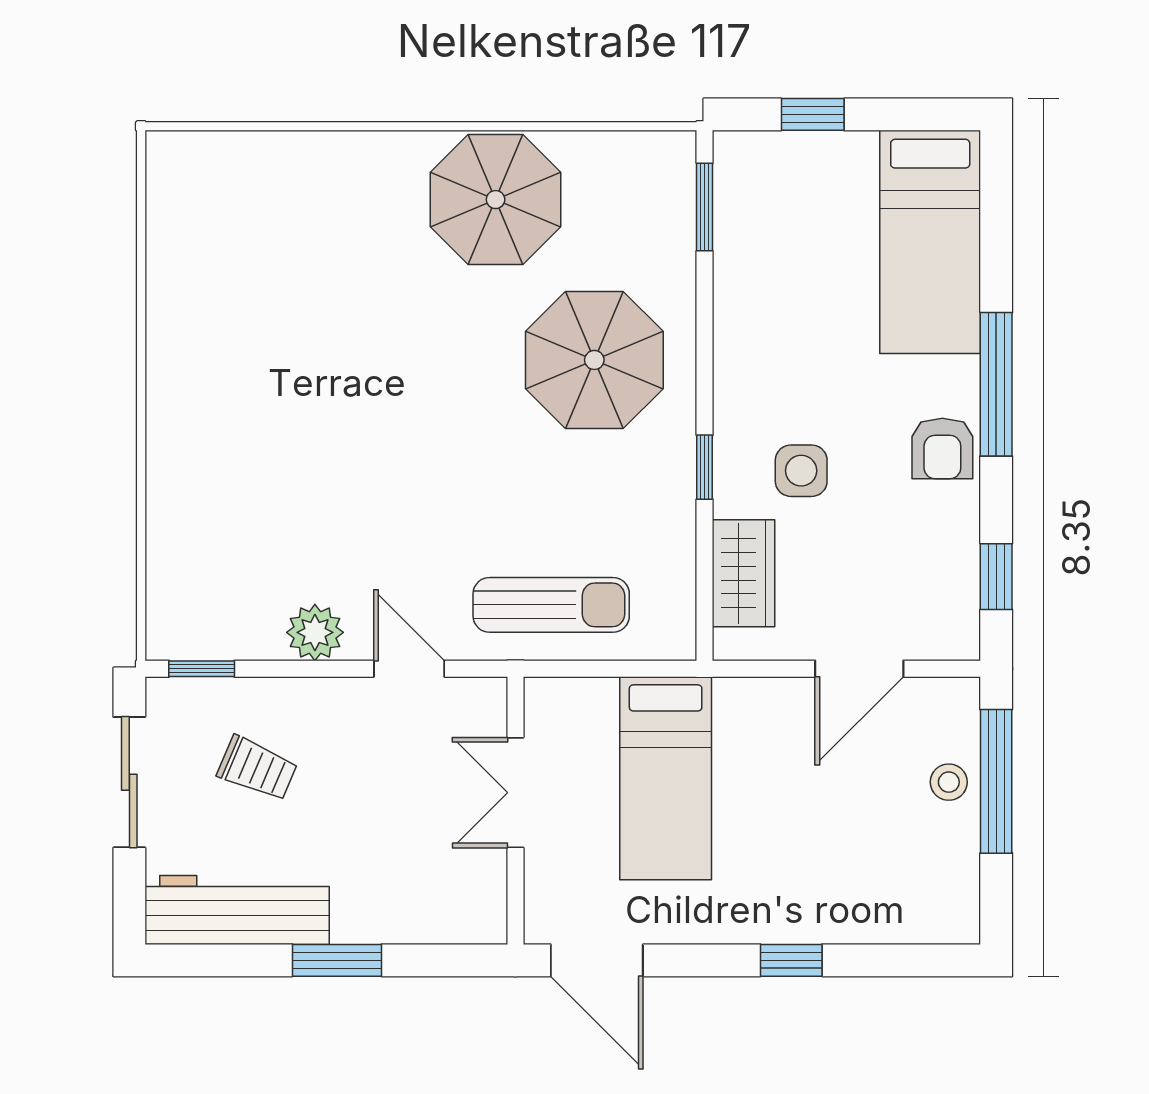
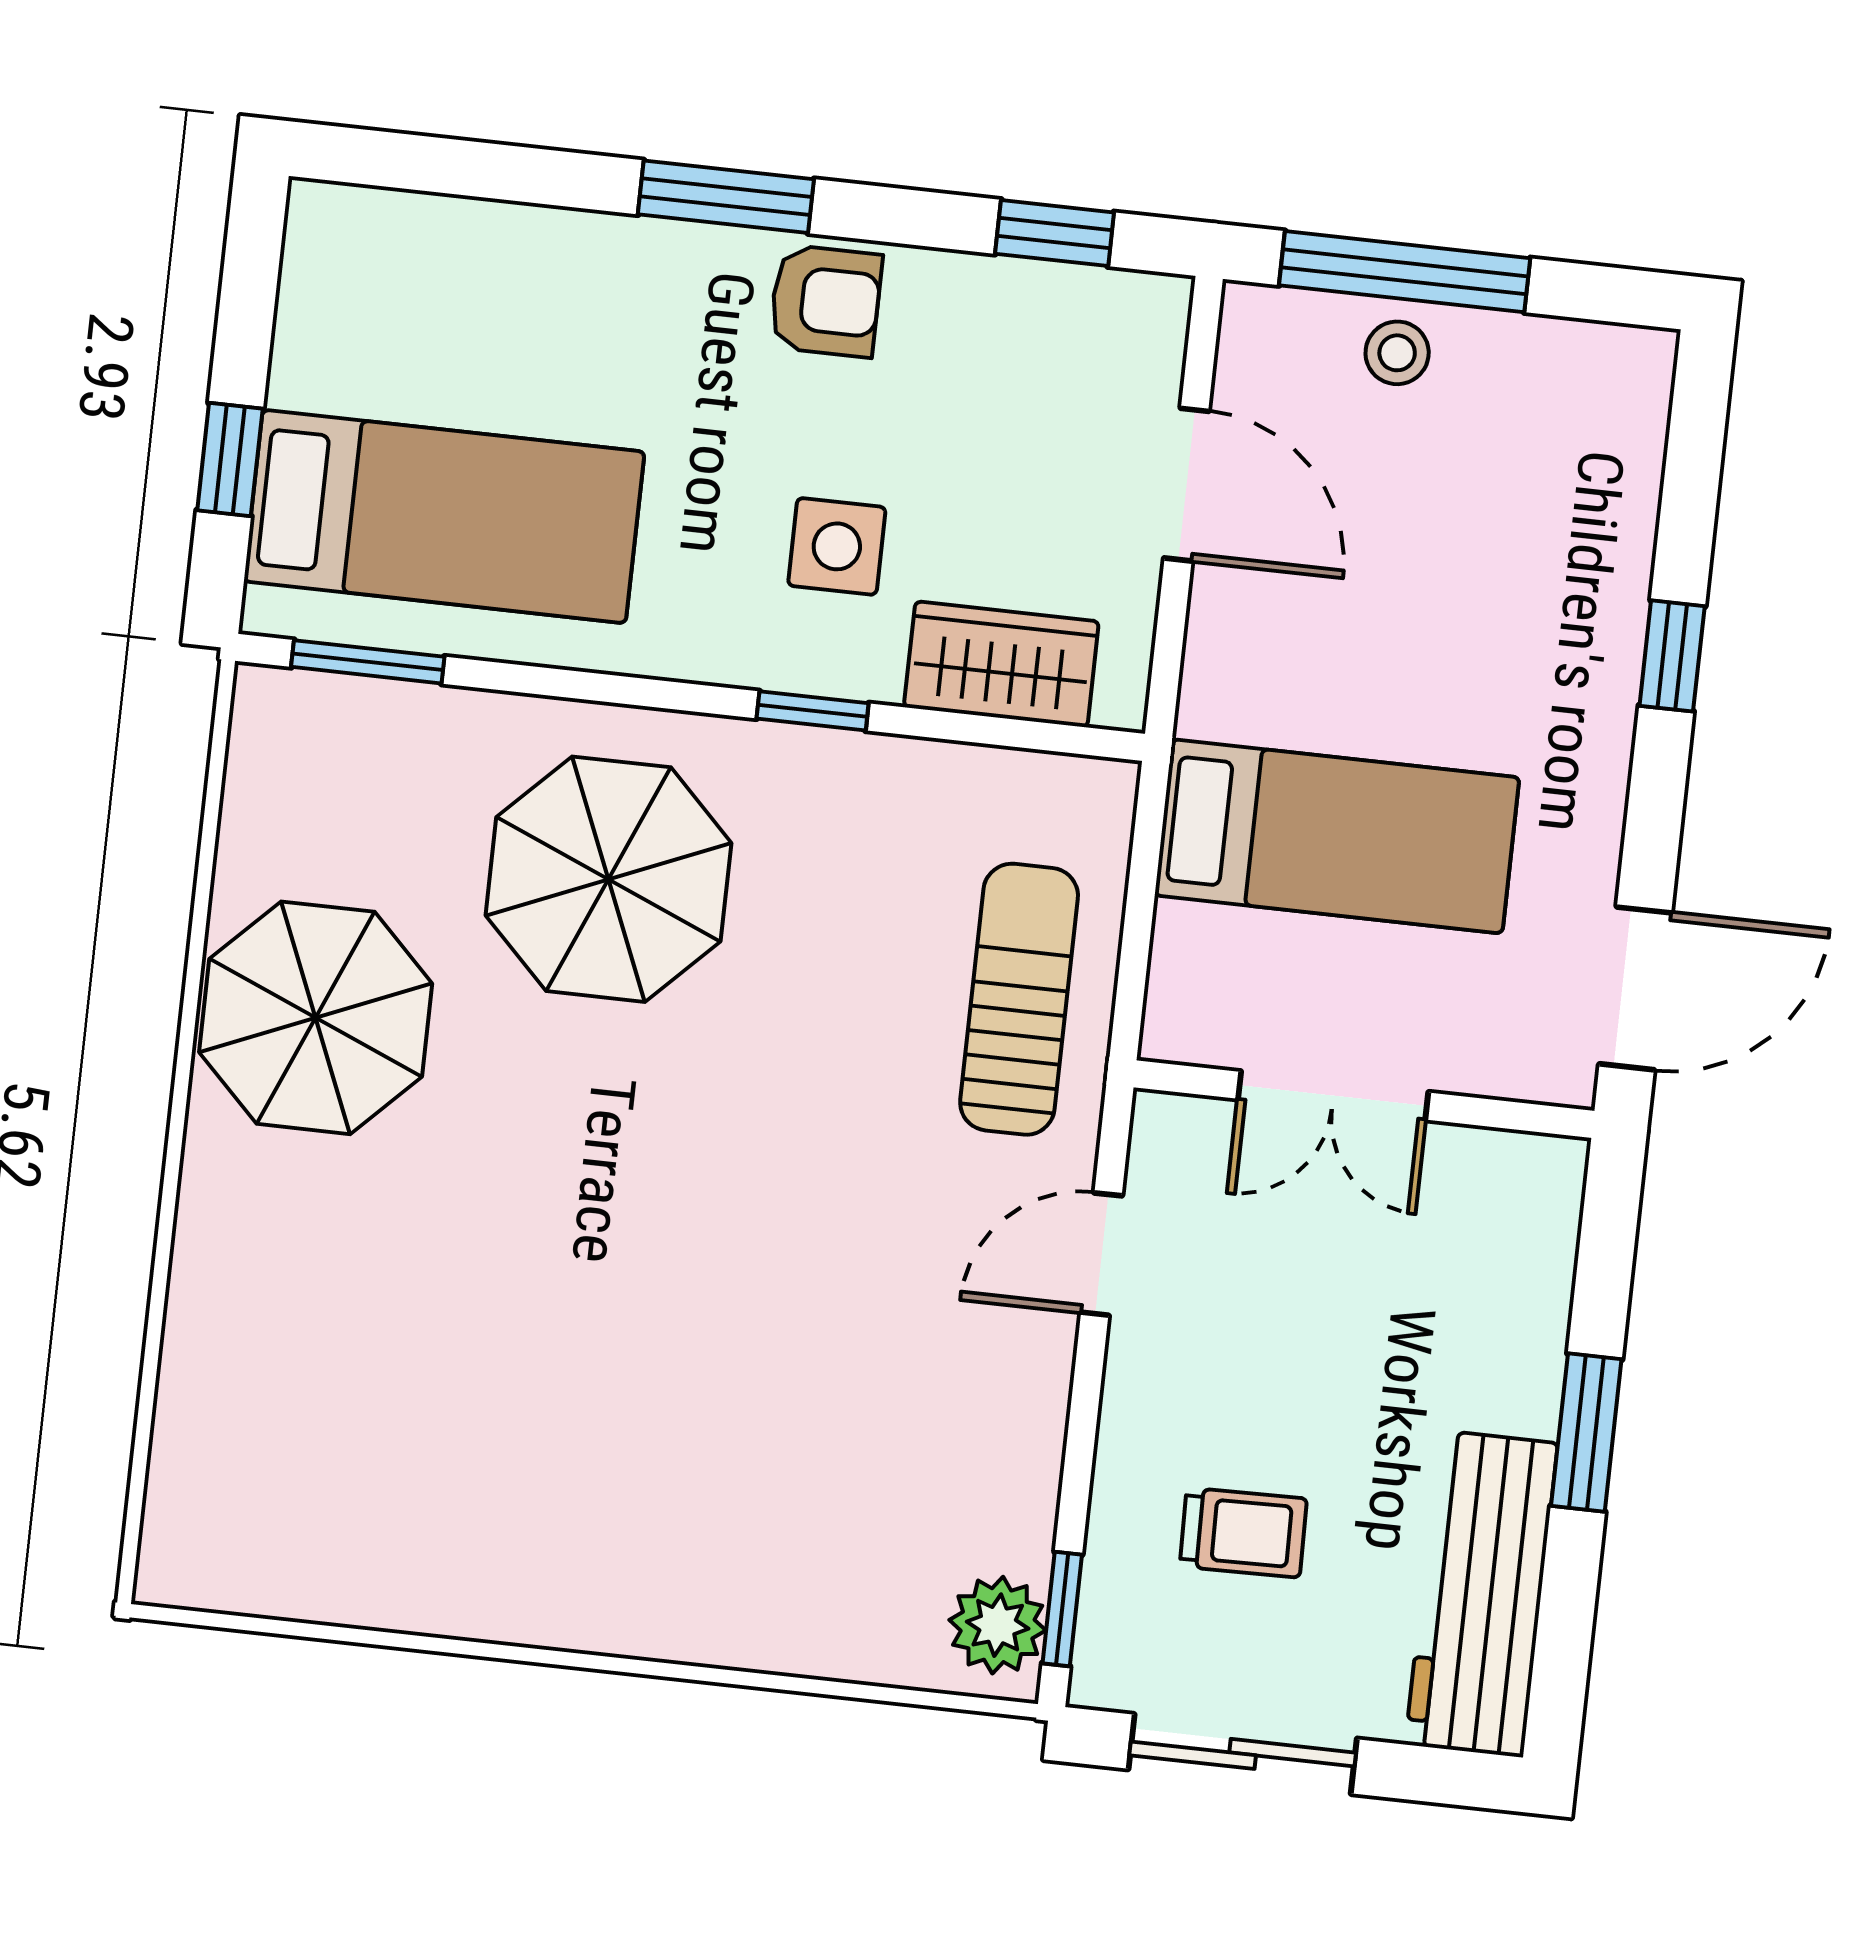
bed: (930, 242) -> (444, 517), moved
window: (996, 384) -> (726, 197), width x0.69
plant: (315, 632) -> (998, 1625), moved
trolley: (257, 768) -> (1243, 1533), turned 66

